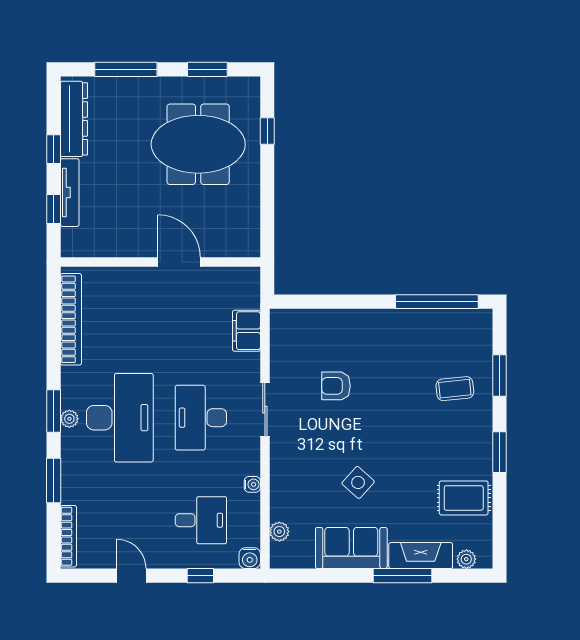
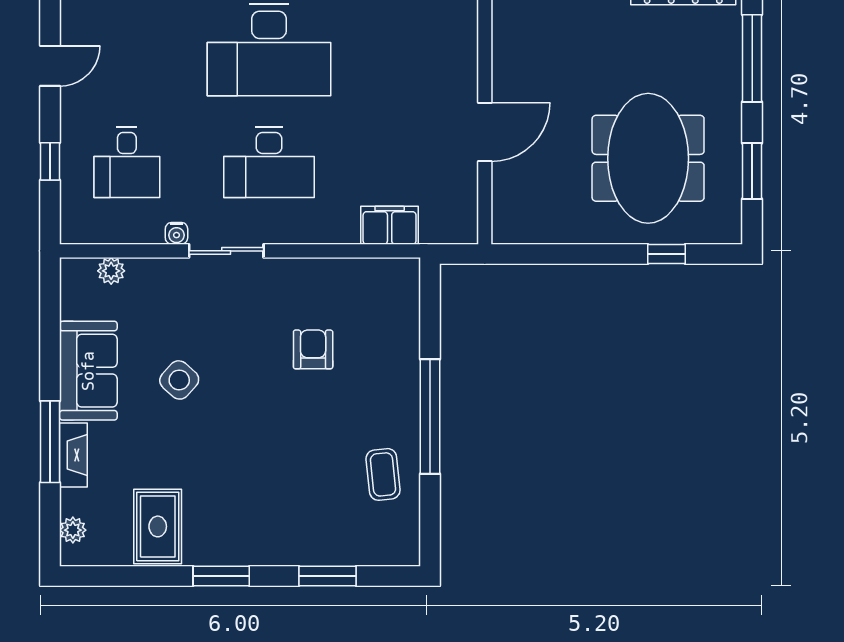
window: (437, 302) -> (430, 417), moved
coffee table: (455, 389) -> (383, 474), moved
sliding door: (265, 410) -> (226, 251), moved
desk: (201, 418) -> (269, 162), turned 180
fireplace: (421, 556) -> (73, 455), width x0.73, depth x0.76
water cooler: (250, 558) -> (74, 230), removed

